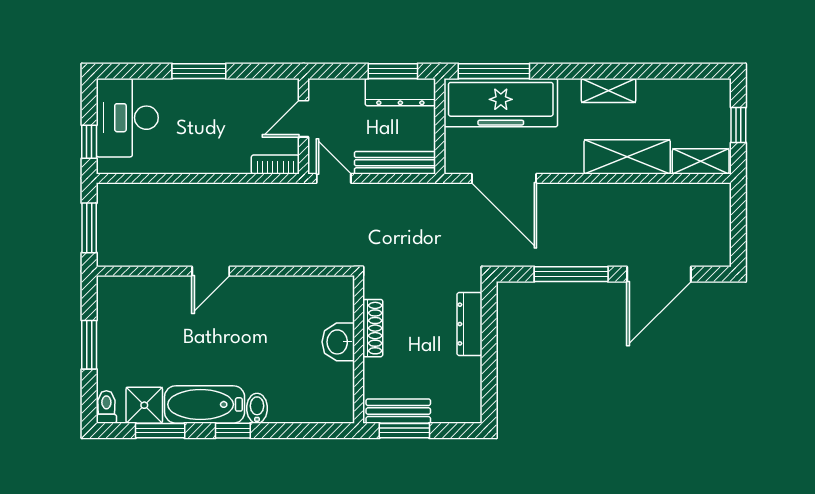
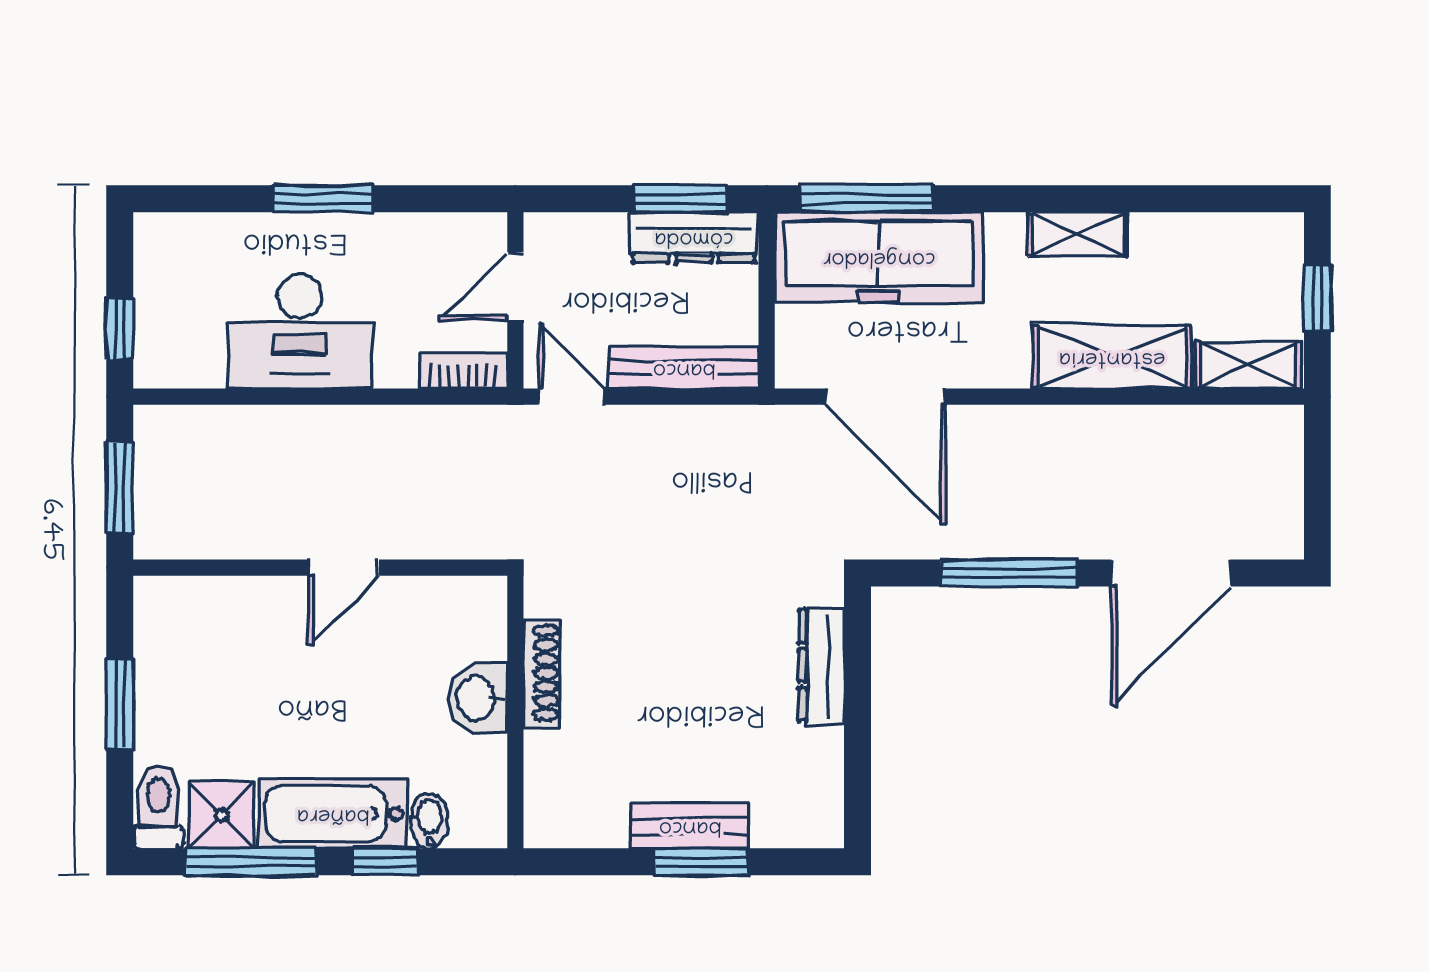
desk: (127, 118) -> (300, 332), moved, turned -90
shoe rack: (373, 328) -> (541, 673), moved
washbasin: (338, 342) -> (478, 698), moved
wall: (359, 349) -> (515, 712), moved
toilet: (106, 407) -> (158, 807), width x1.37, depth x1.39
window: (160, 431) -> (251, 862), width x1.44

